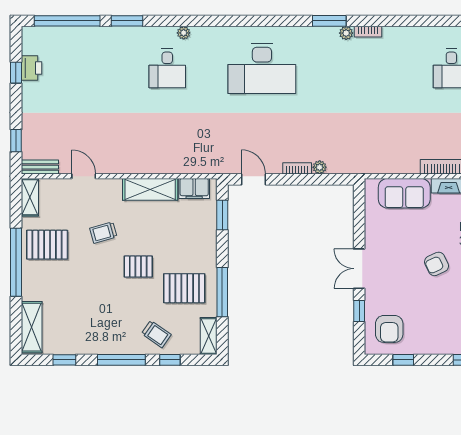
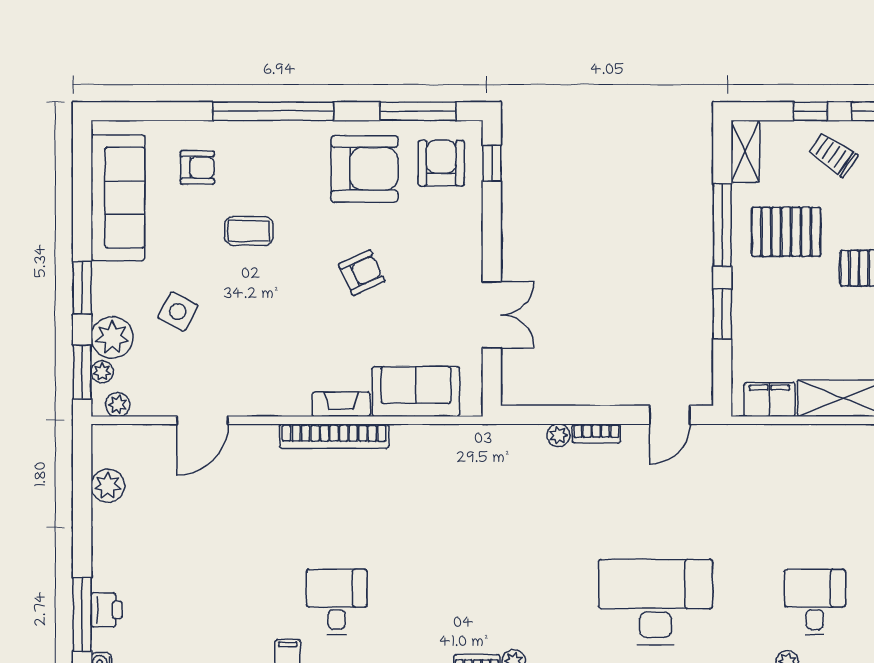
door: (253, 179) -> (670, 415), hinge flipped
window: (222, 215) -> (722, 314), moved
double door: (359, 269) -> (492, 315), moved
window: (359, 311) -> (492, 163), moved
armchair: (435, 326) -> (365, 169), added
window: (403, 360) -> (418, 111), width x2.17

